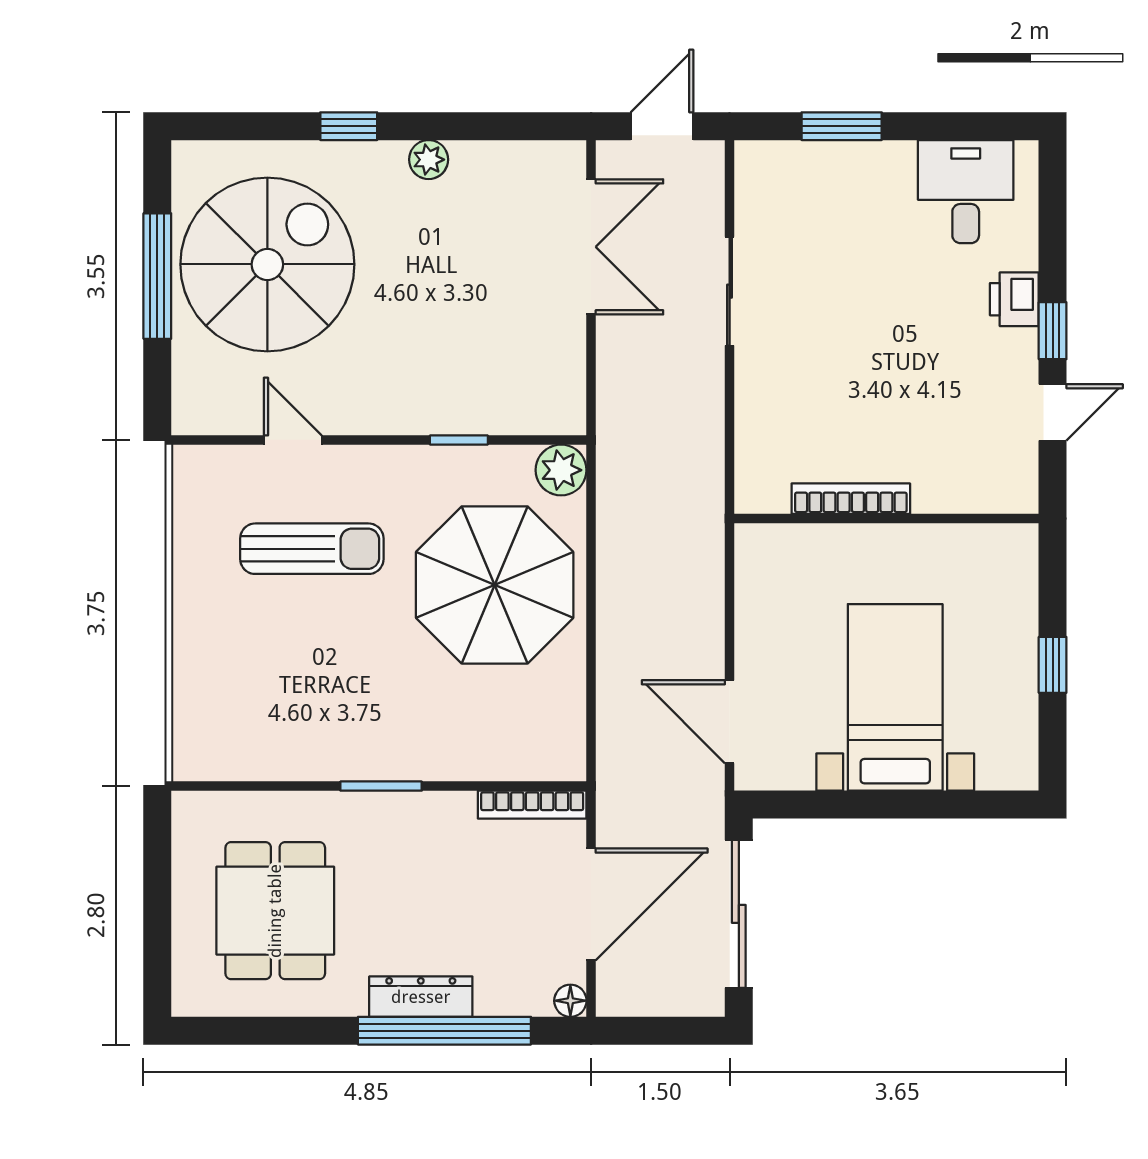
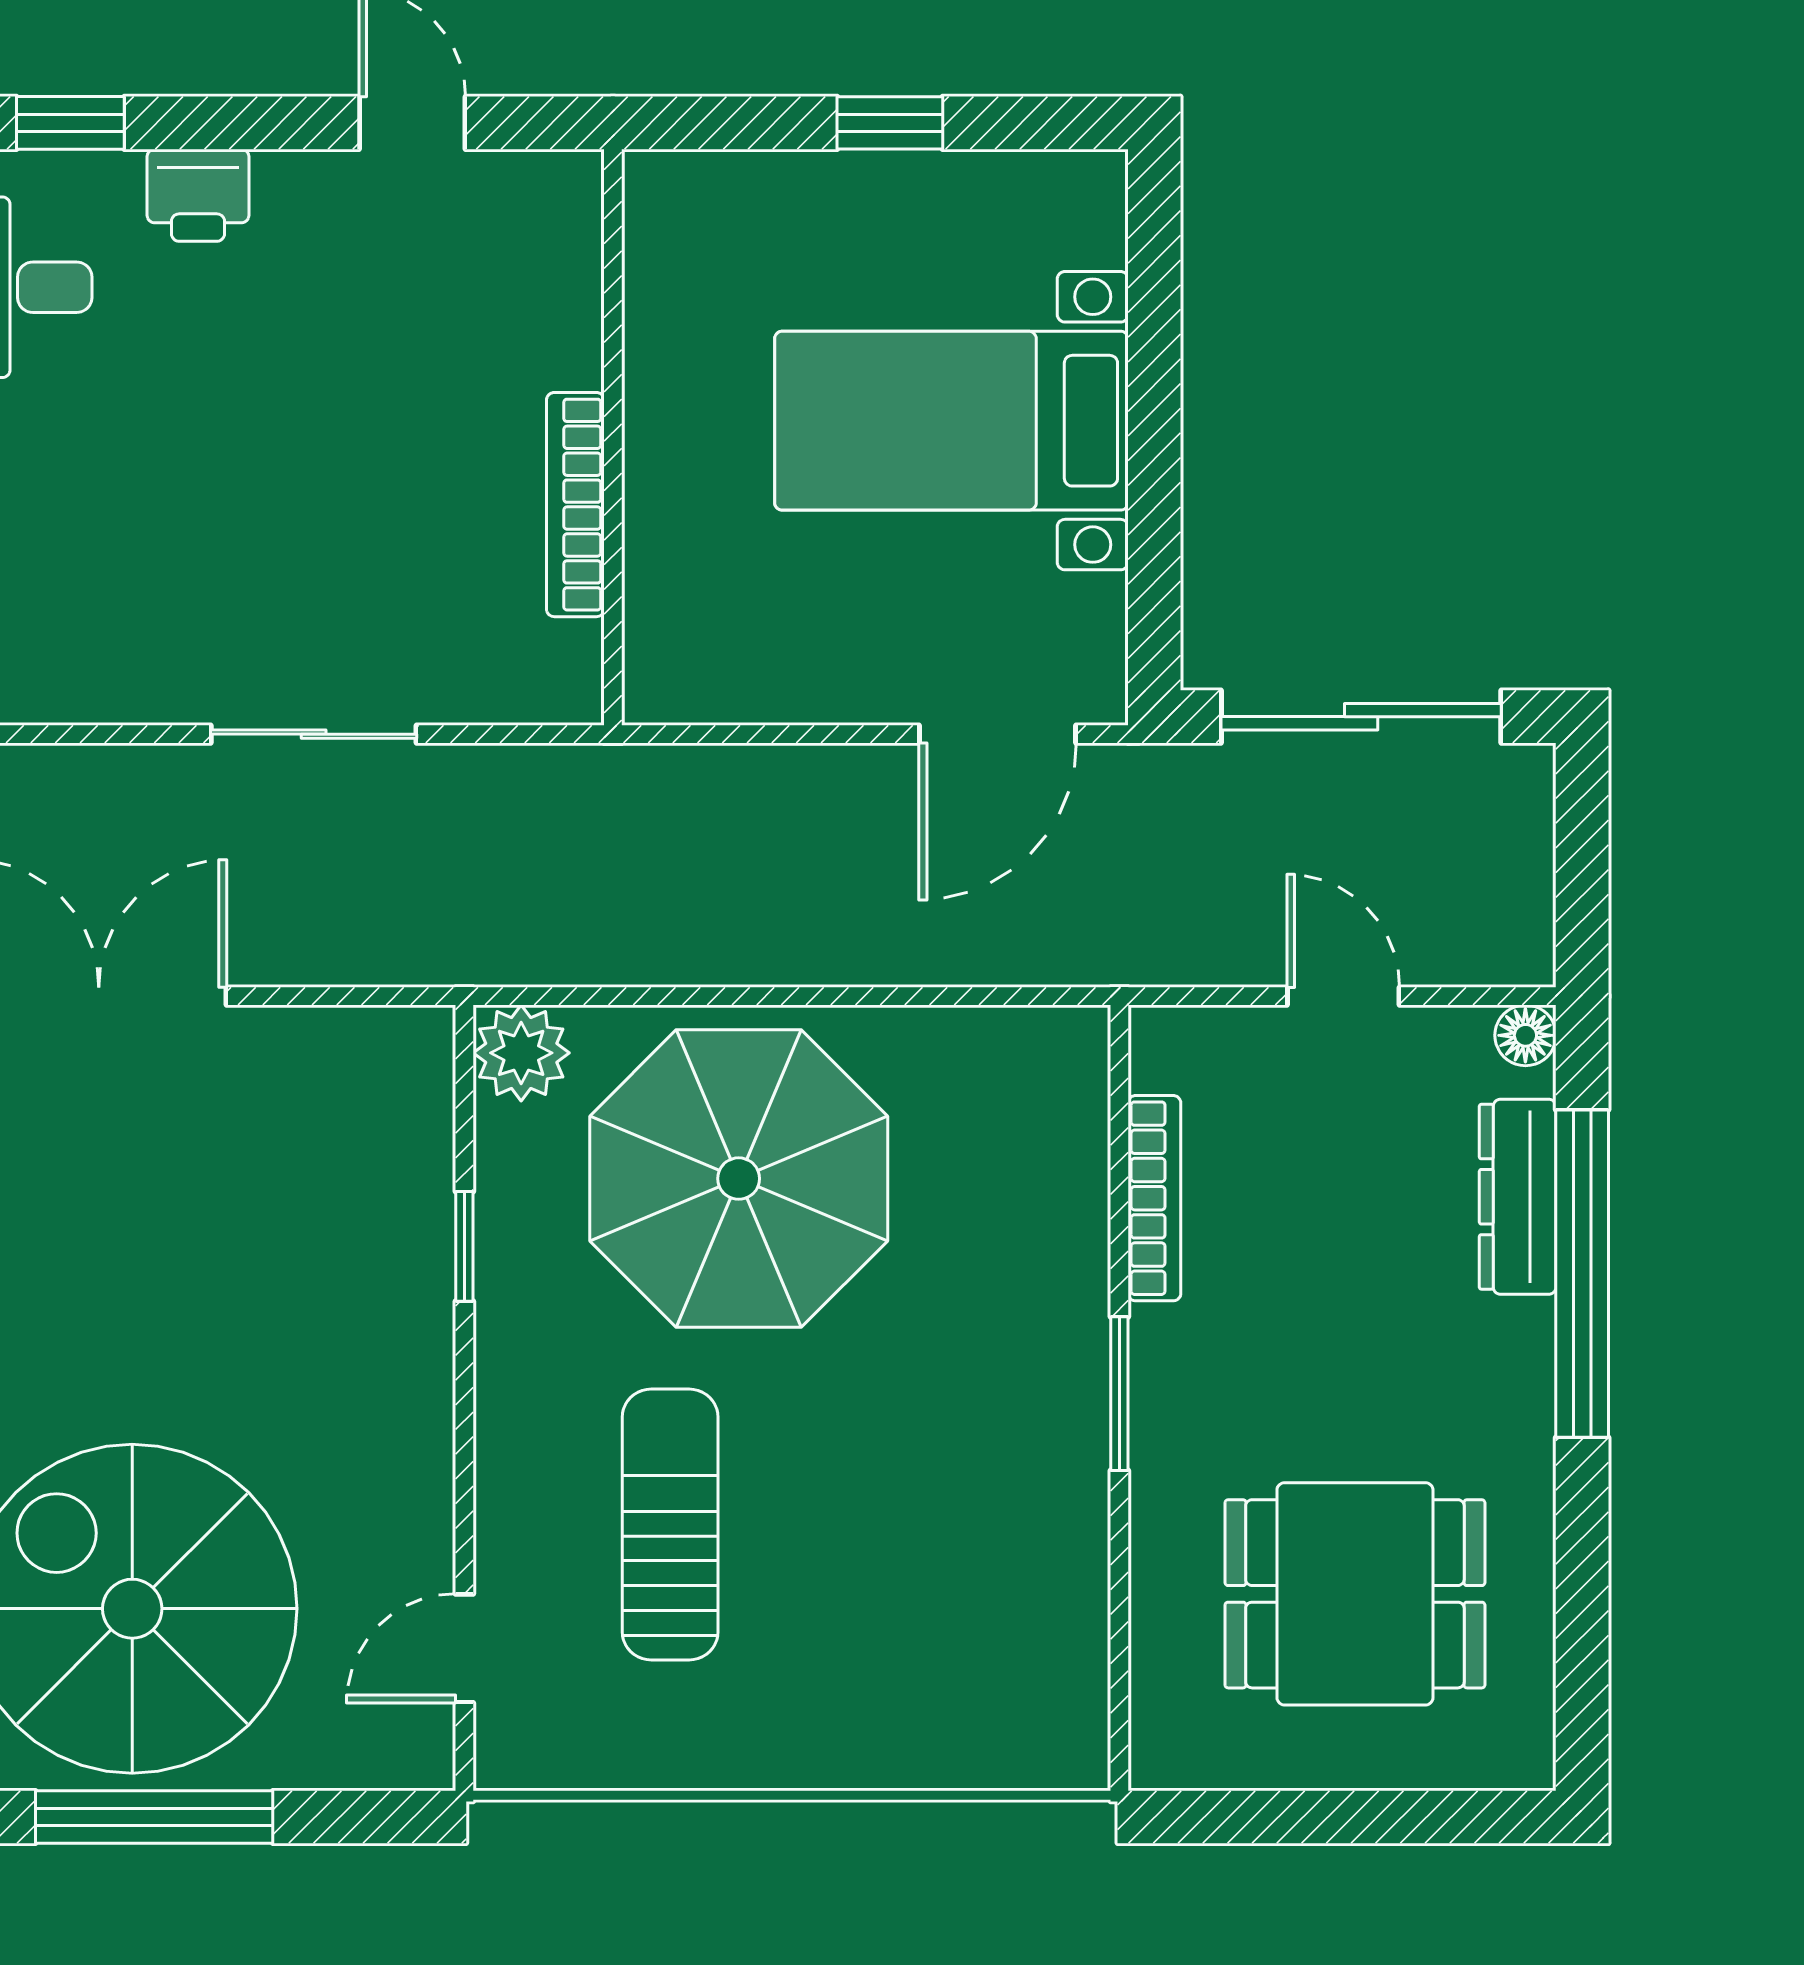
sliding door: (730, 291) -> (314, 734), moved
window: (1053, 331) -> (70, 123), moved
door: (293, 440) -> (464, 1648), moved
bookcase: (532, 805) -> (1154, 1198), moved
door: (591, 904) -> (1343, 996), width x0.53
dresser: (421, 997) -> (1518, 1197), moved

